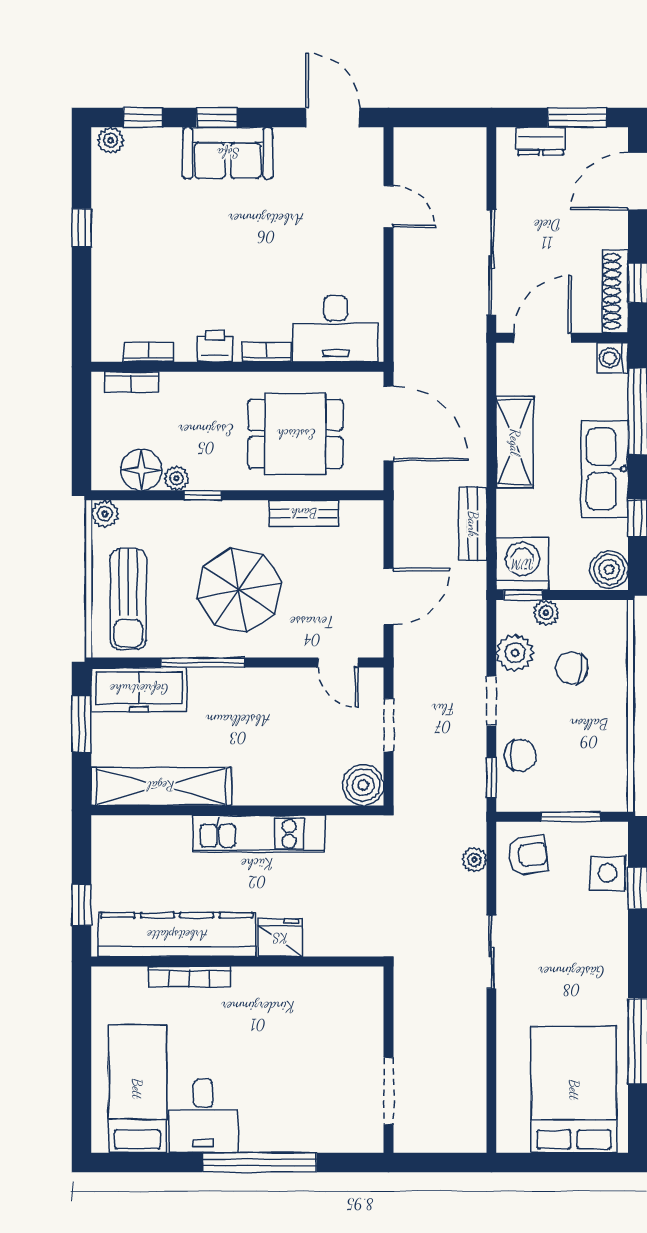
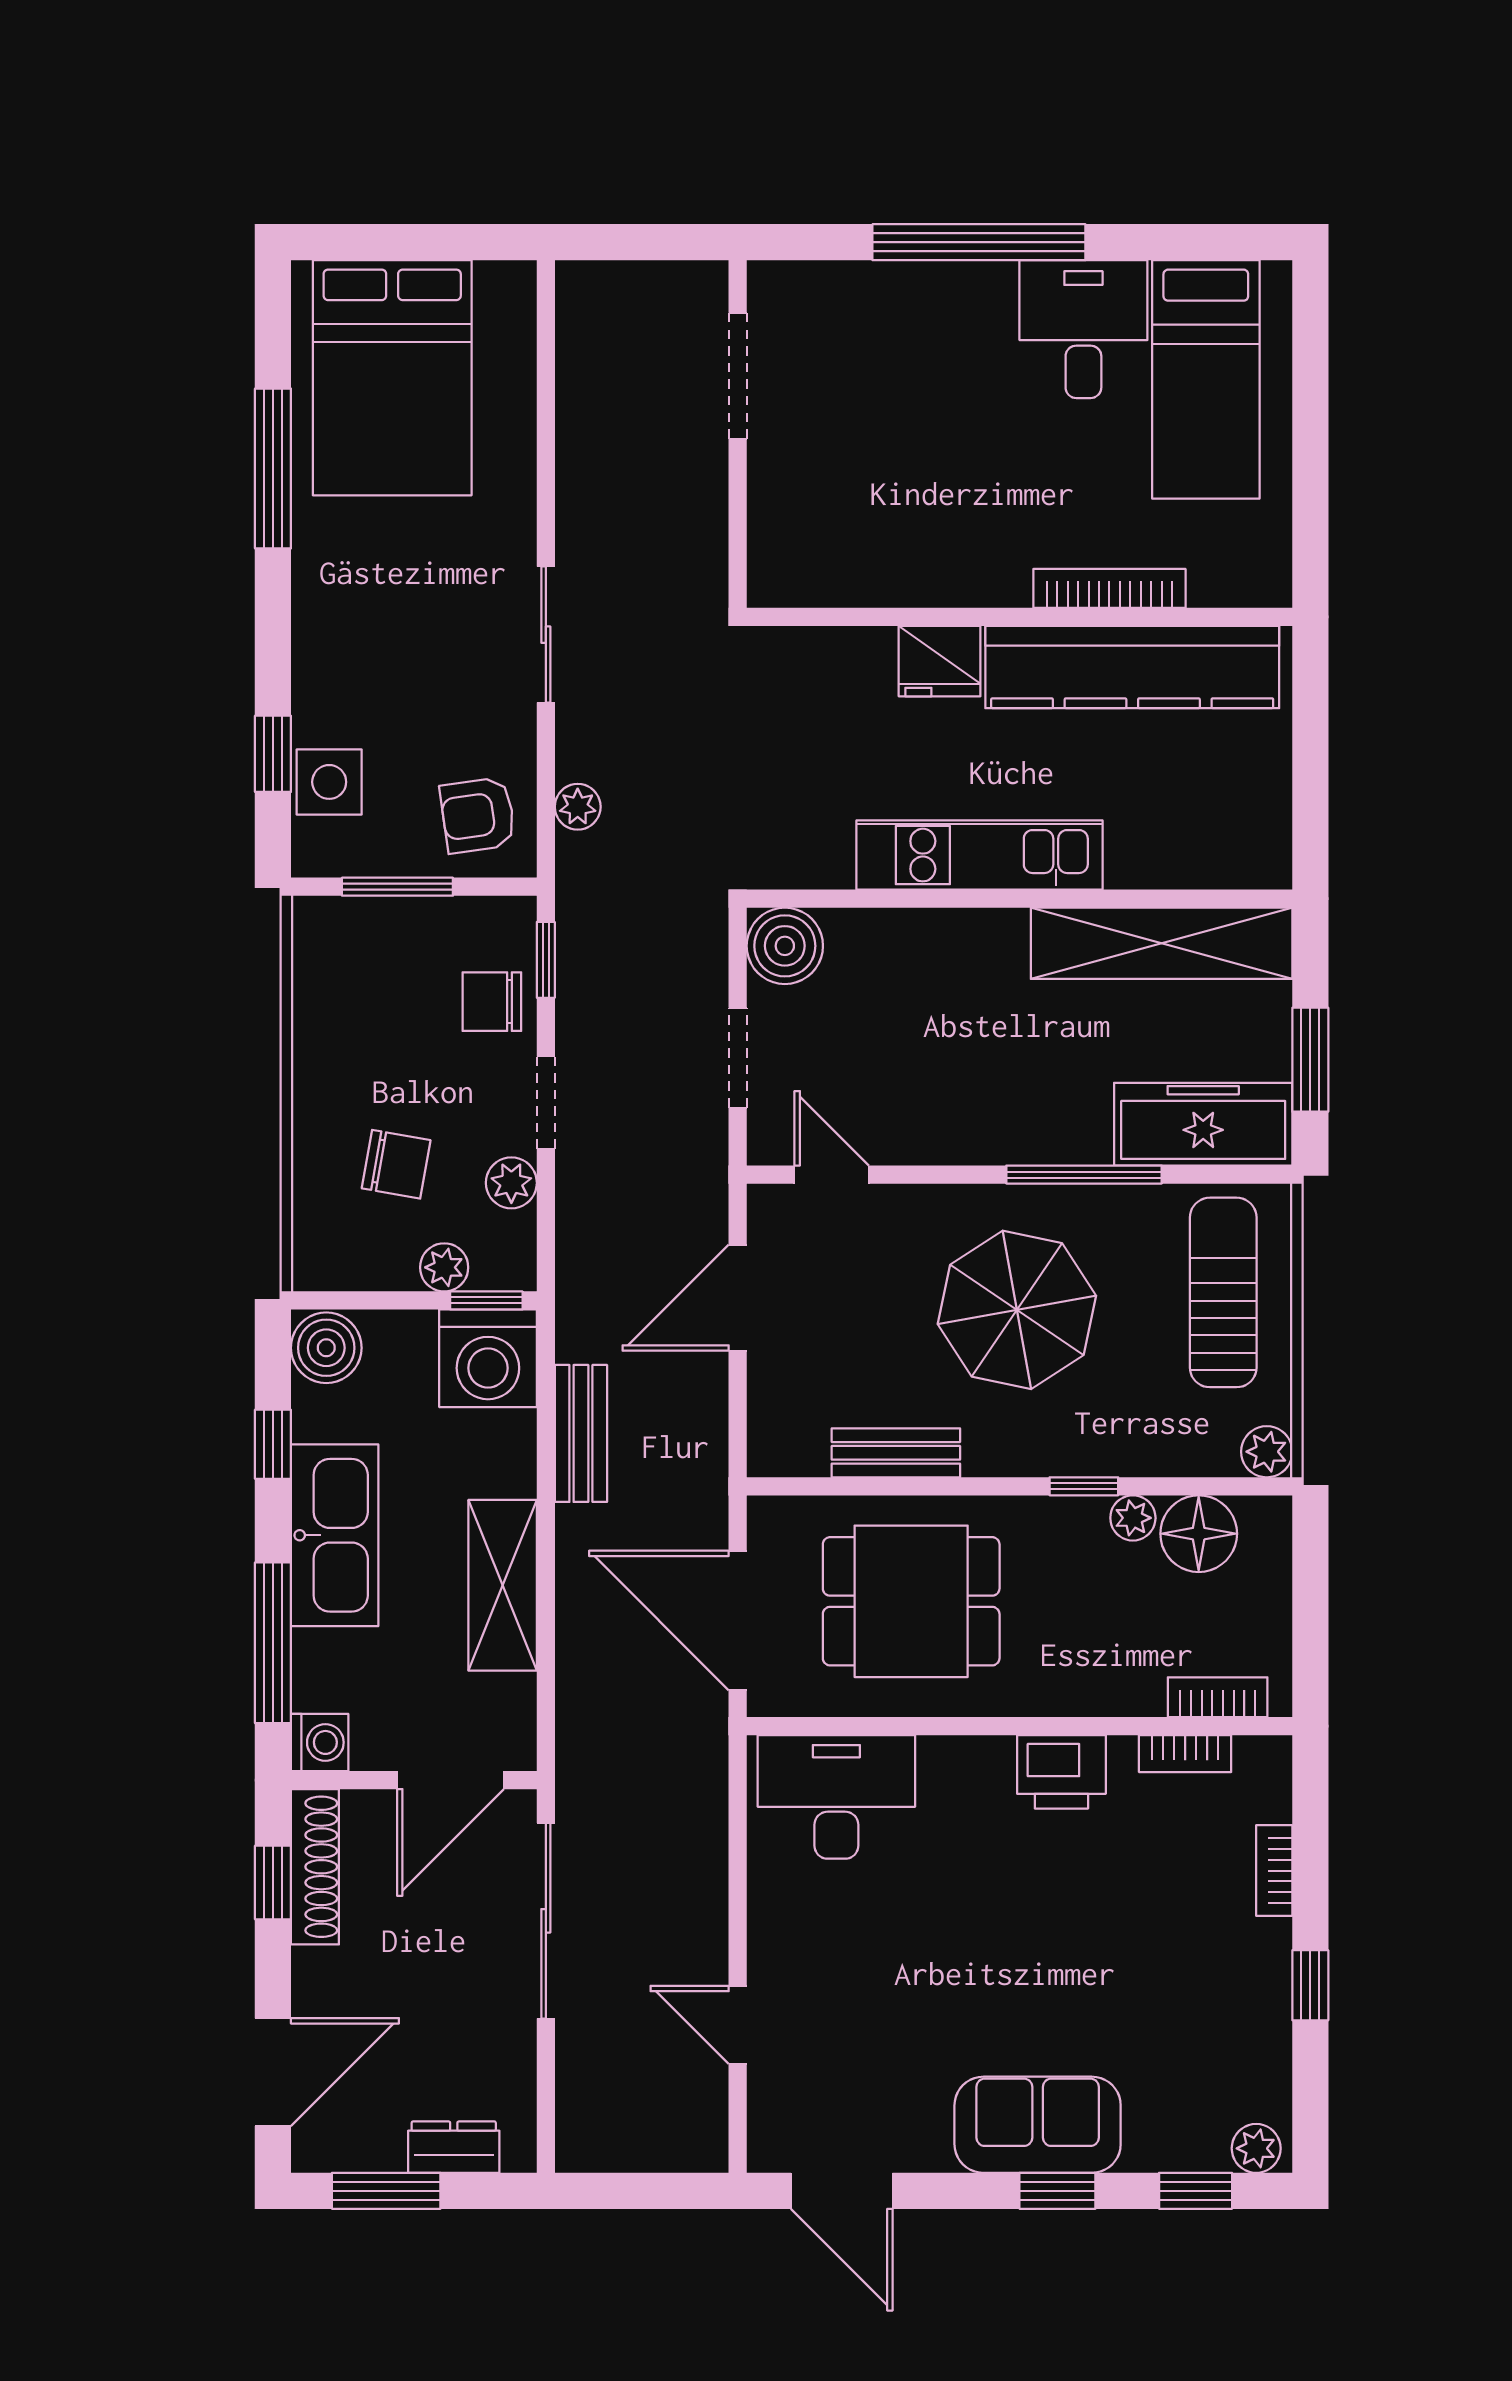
printer: (215, 346) -> (1061, 1772), width x1.36, depth x1.24
bookcase: (267, 352) -> (1274, 1871), moved, turned 90
plant: (515, 653) -> (511, 1183), width x0.73, depth x0.73
window: (81, 905) -> (1310, 723), removed

